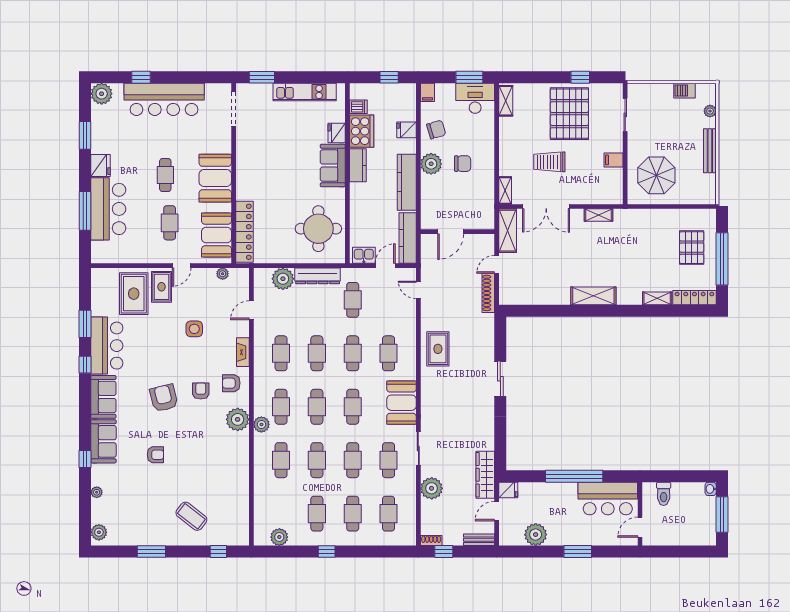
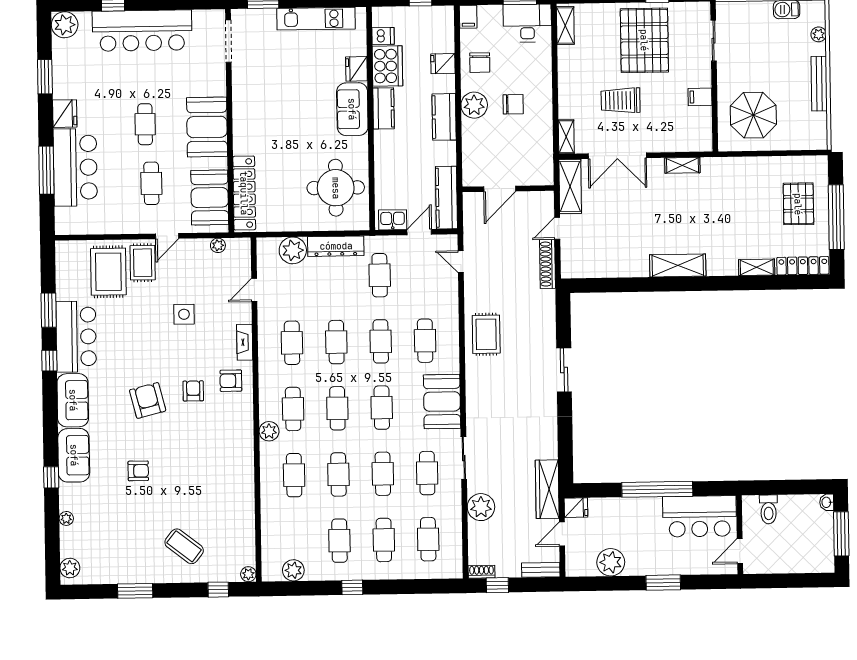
chair: (436, 130) -> (480, 63), turned 106
kitchen counter: (407, 182) -> (444, 117), width x0.67
plant: (238, 419) -> (248, 574), moved, width x0.53, depth x0.53

